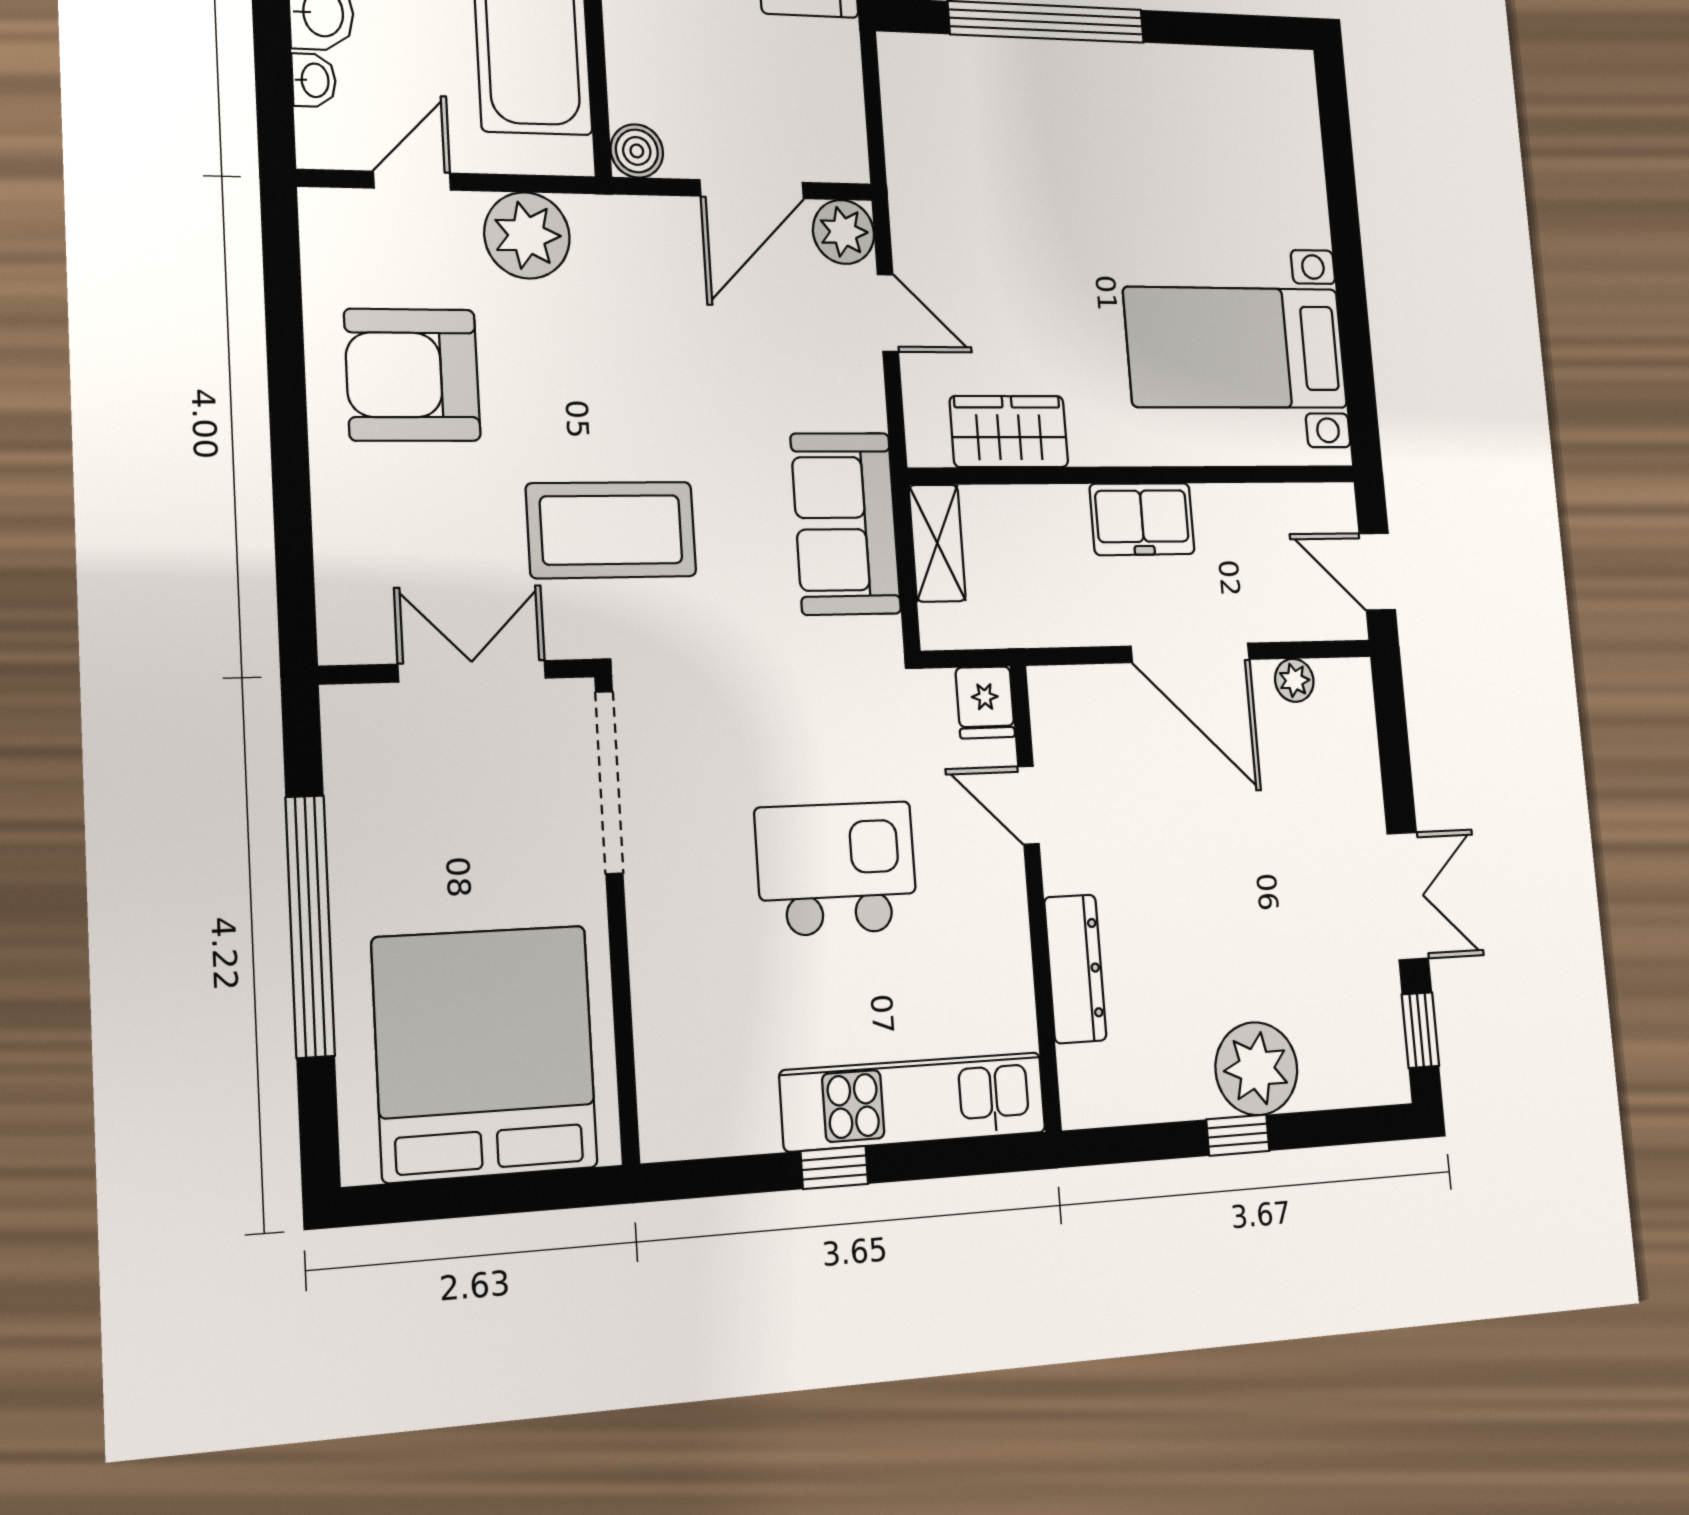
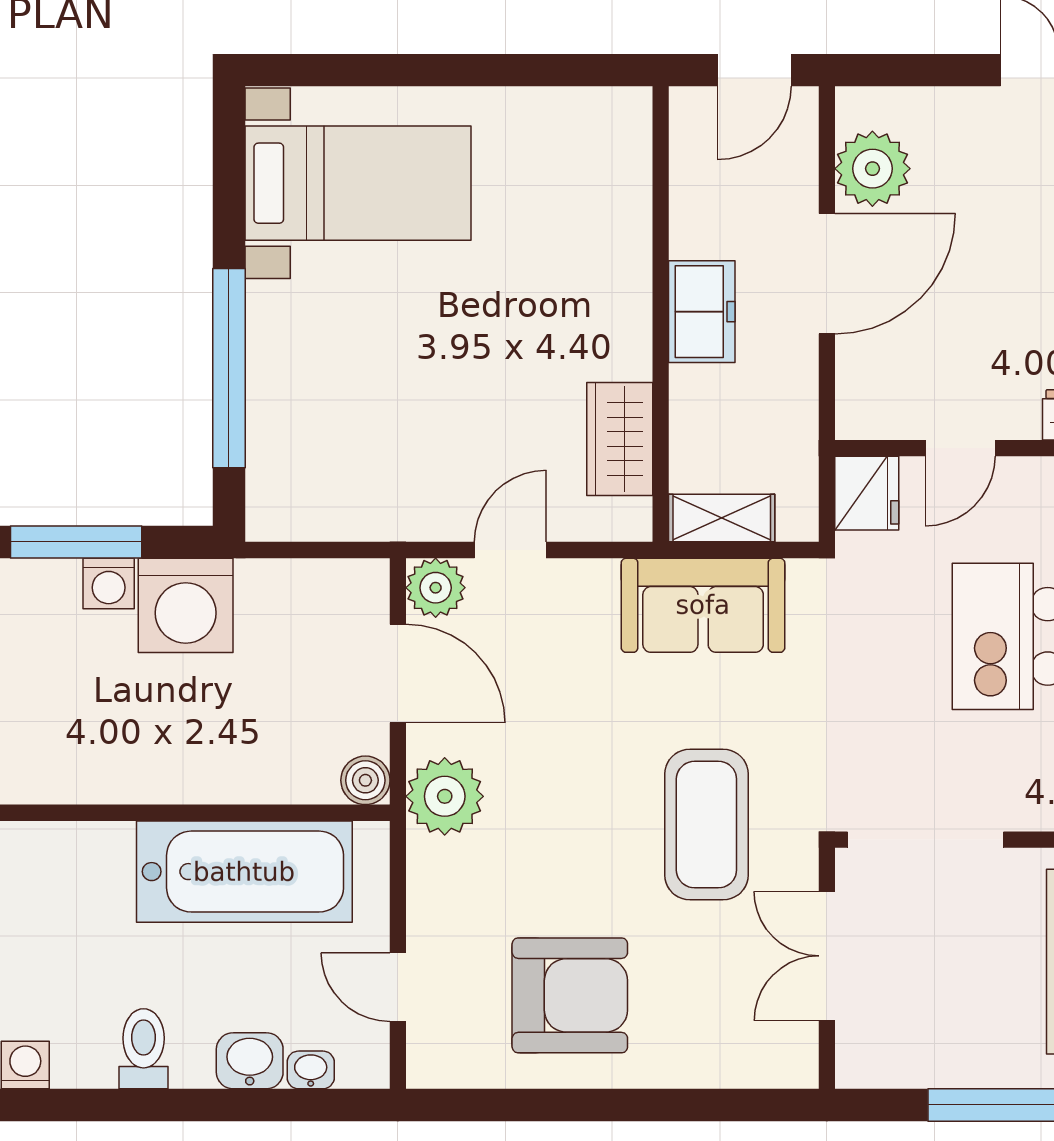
plant: (527, 235) -> (445, 796), moved
bed with nightstands: (1236, 348) -> (358, 183), moved, turned -90
armchair: (412, 375) -> (570, 995), turned -90
plant: (1294, 680) -> (872, 169), width x1.88, depth x1.88
fridge: (985, 702) -> (867, 493), width x1.38

